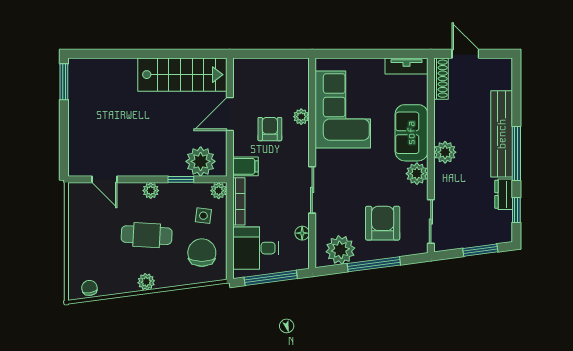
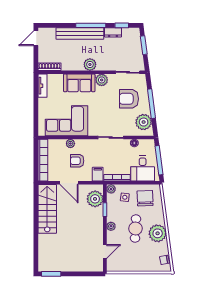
door: (465, 54) -> (36, 38), moved
bookcase: (271, 66) -> (43, 160), added
chair: (202, 253) -> (145, 198), turned 88
plant: (146, 282) -> (158, 233), width x1.87, depth x1.87

